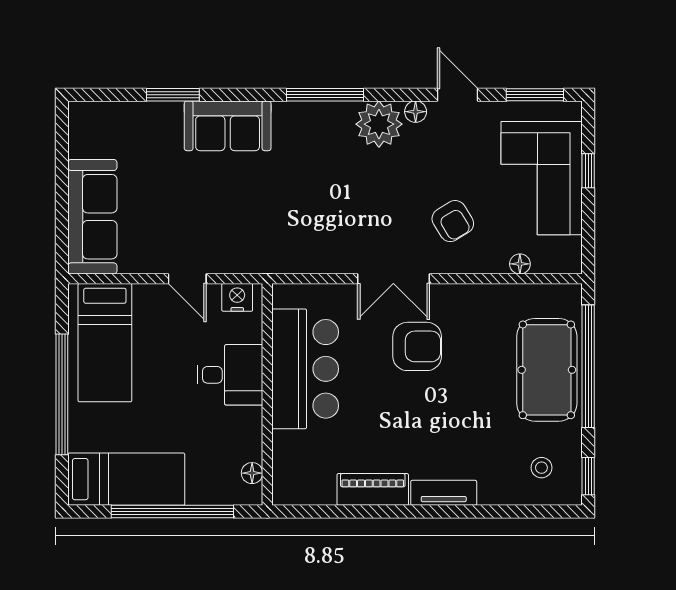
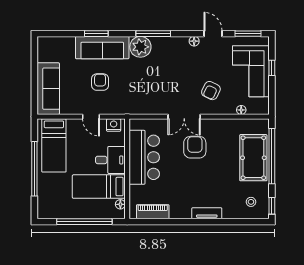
window: (173, 95) -> (96, 34), moved
plant: (379, 124) -> (140, 47), moved
sofa: (228, 126) -> (102, 48), width x1.36
armchair: (207, 202) -> (100, 82), added
armchair: (453, 221) -> (211, 91), turned 57
armchair: (417, 346) -> (195, 147), turned -90
bed: (126, 479) -> (99, 187), moved, turned 180
piano: (373, 489) -> (153, 212), moved

